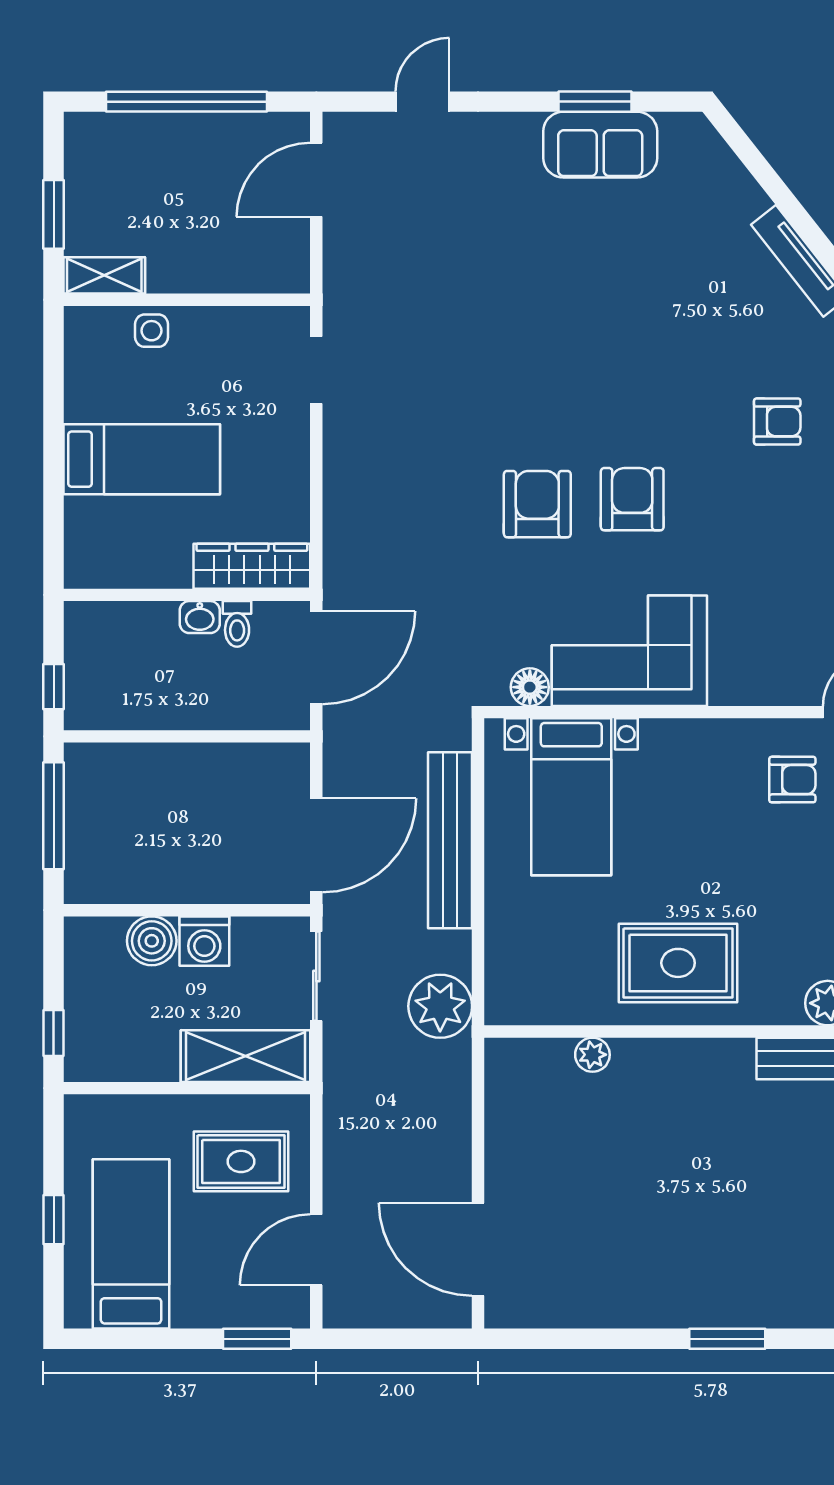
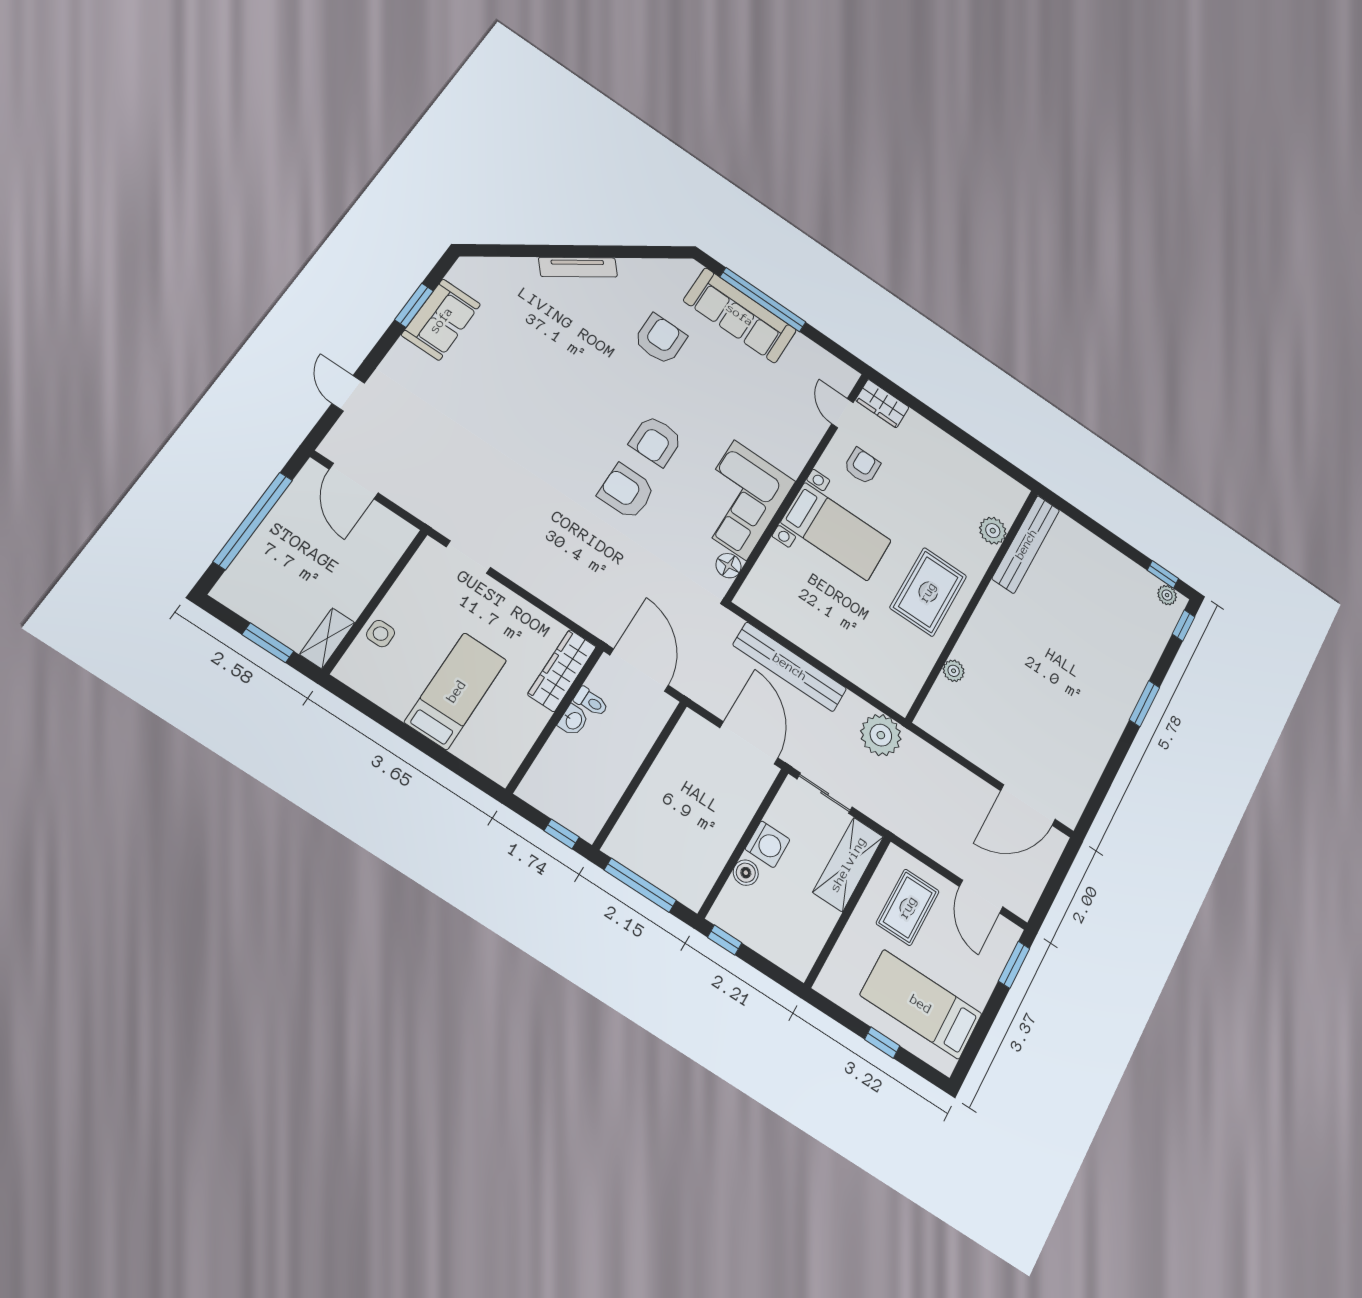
armchair: (777, 422) -> (660, 339), width x1.38, depth x1.38
armchair: (632, 499) -> (656, 441), turned -90
bed with nightstands: (571, 797) -> (836, 532), moved
boiler: (152, 941) -> (746, 873), width x0.73, depth x0.73
window: (54, 1033) -> (725, 940), moved

